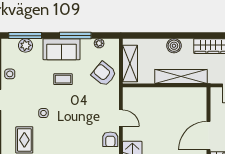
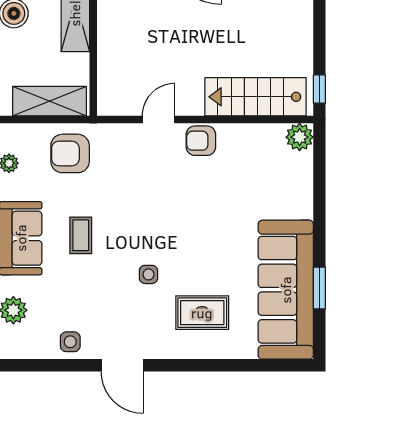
armchair: (104, 74) -> (70, 153), turned 51
armchair: (110, 139) -> (201, 141), turned 180

